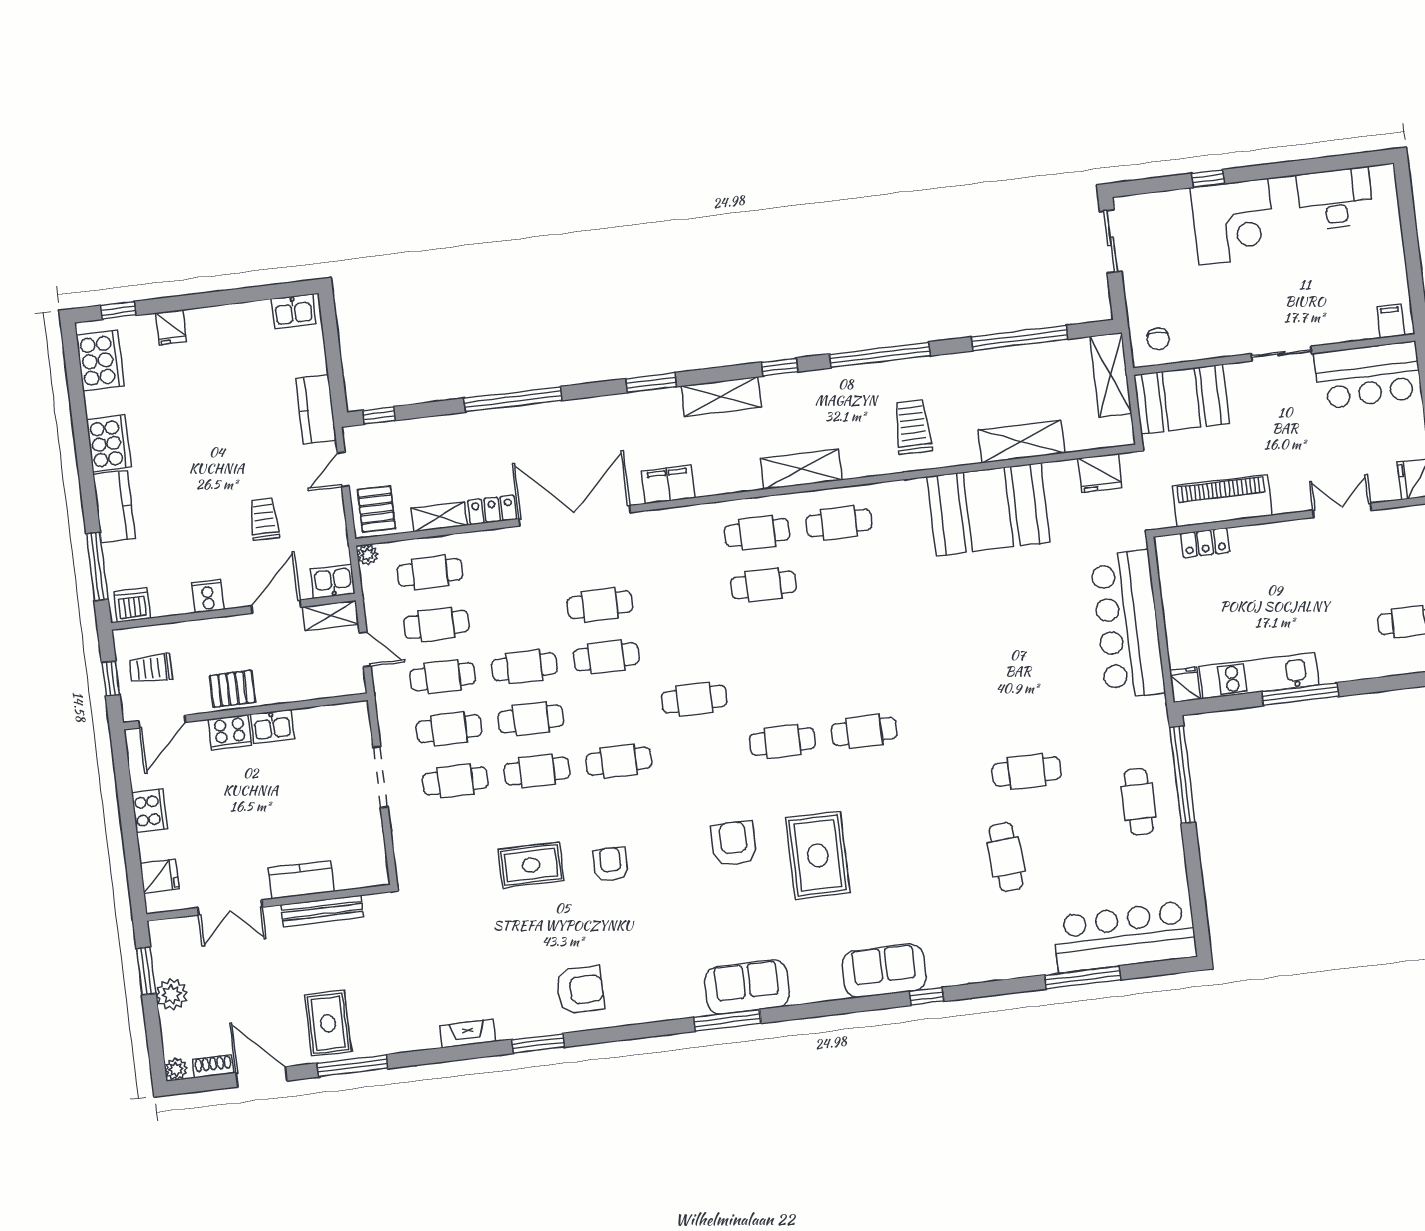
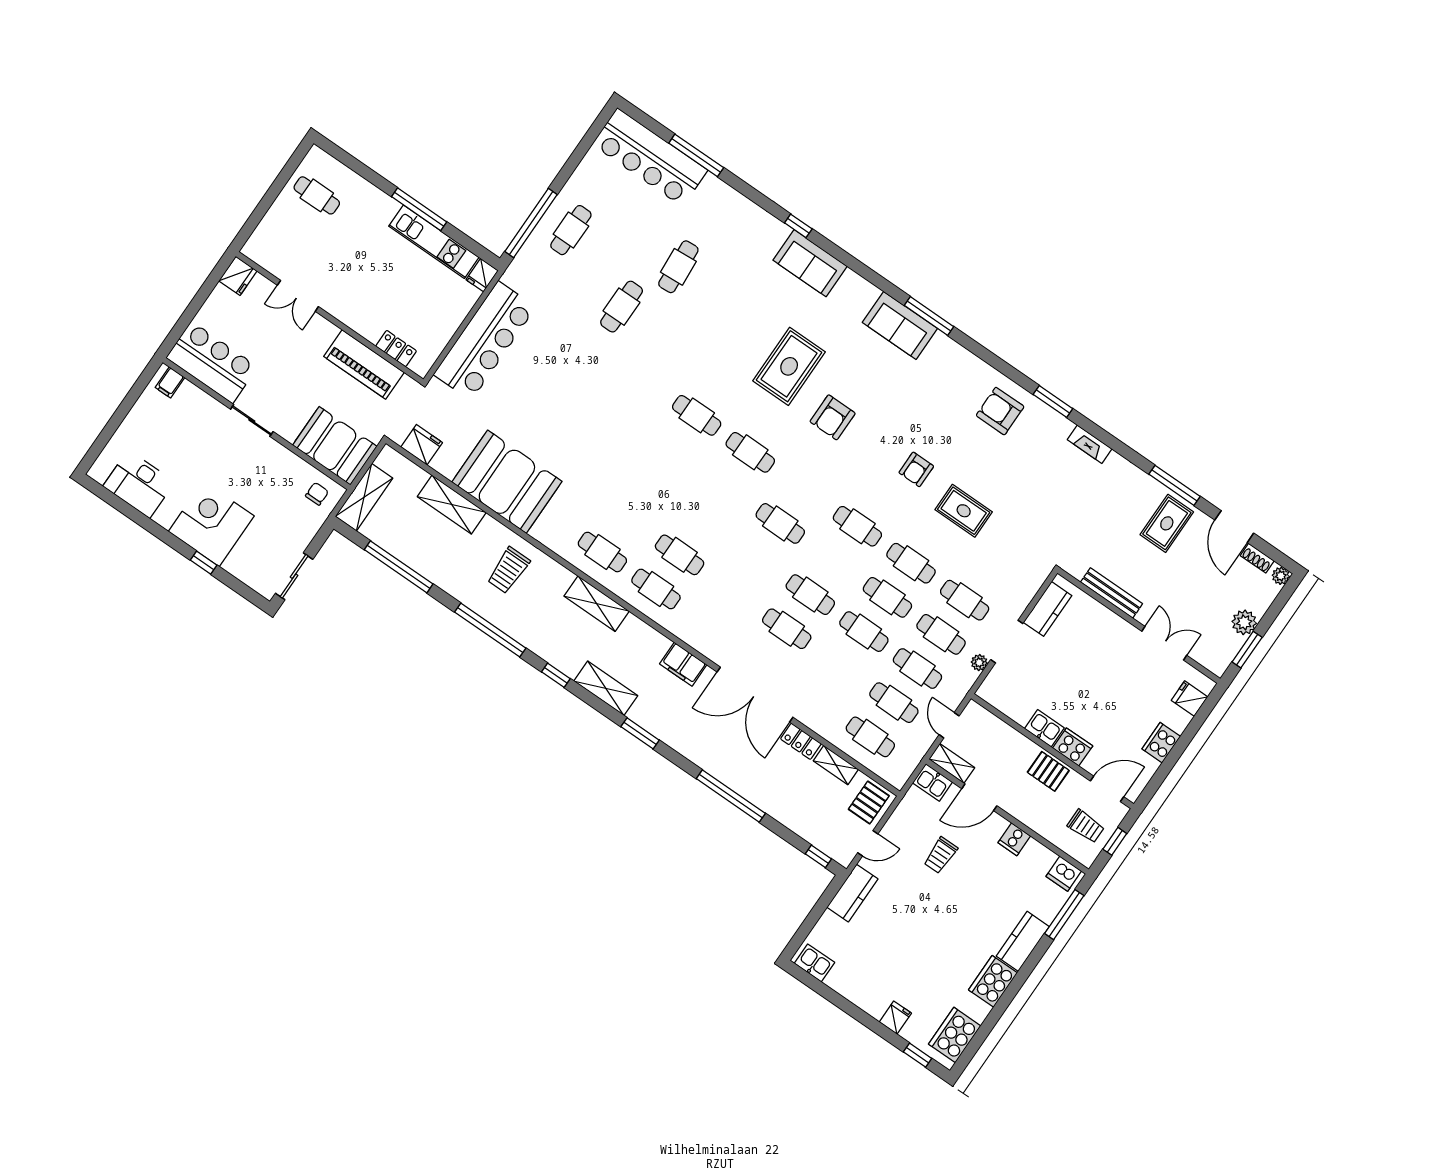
plant: (367, 555) -> (979, 663), moved
cafe table: (1027, 772) -> (622, 307), turned 90
kitchen counter: (301, 880) -> (1048, 609), moved, turned -90

